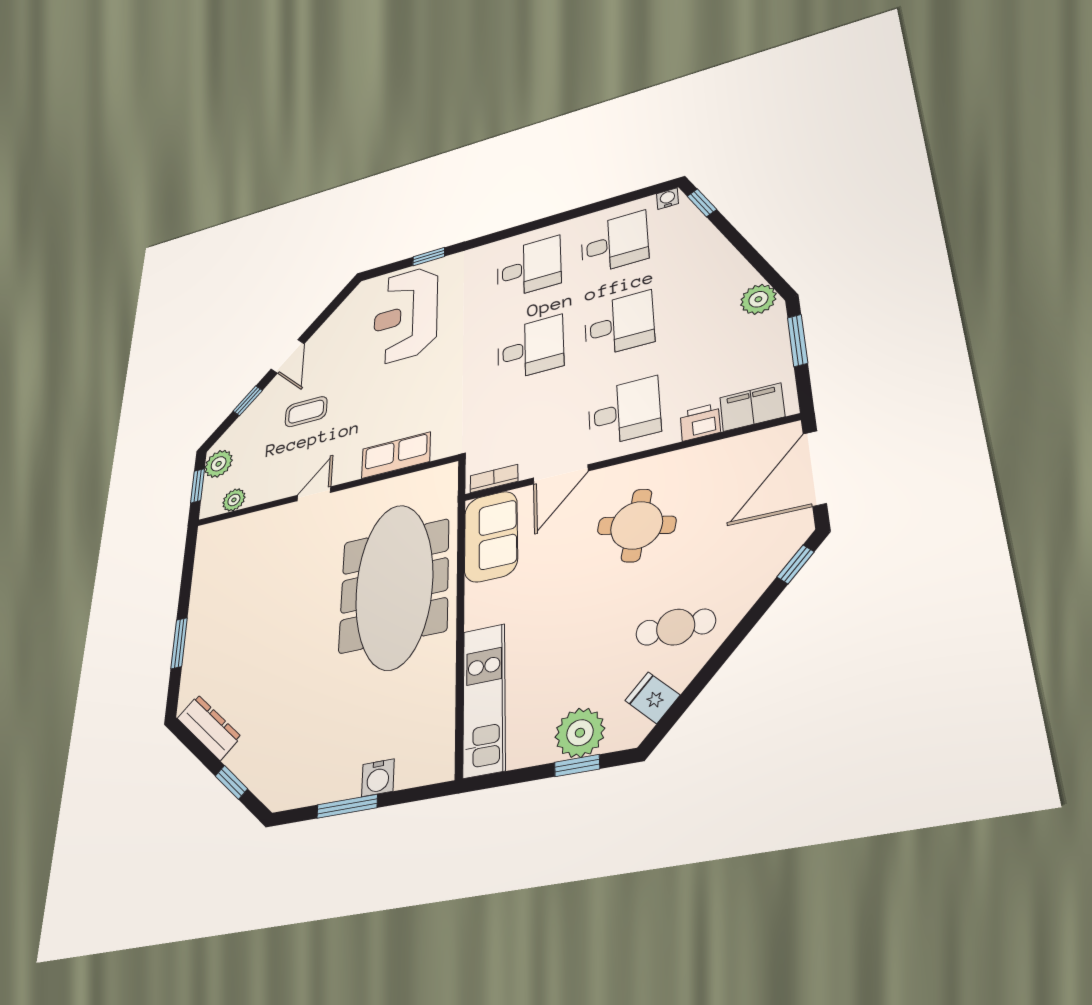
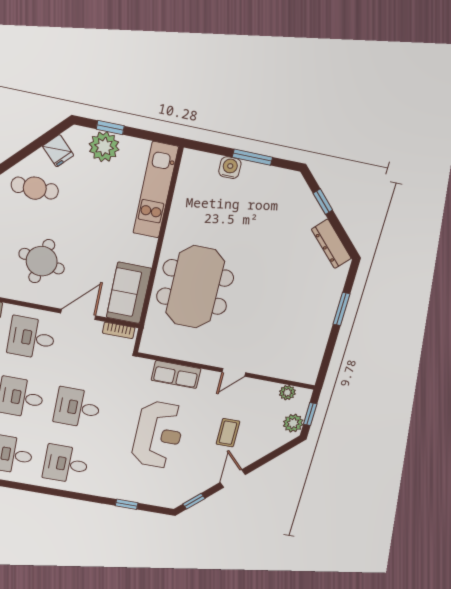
reception desk: (406, 315) -> (158, 435), moved
window: (248, 401) -> (194, 501), moved
coffee table: (306, 412) -> (228, 433), turned 90
meeting table: (394, 586) -> (195, 287), width x0.73

